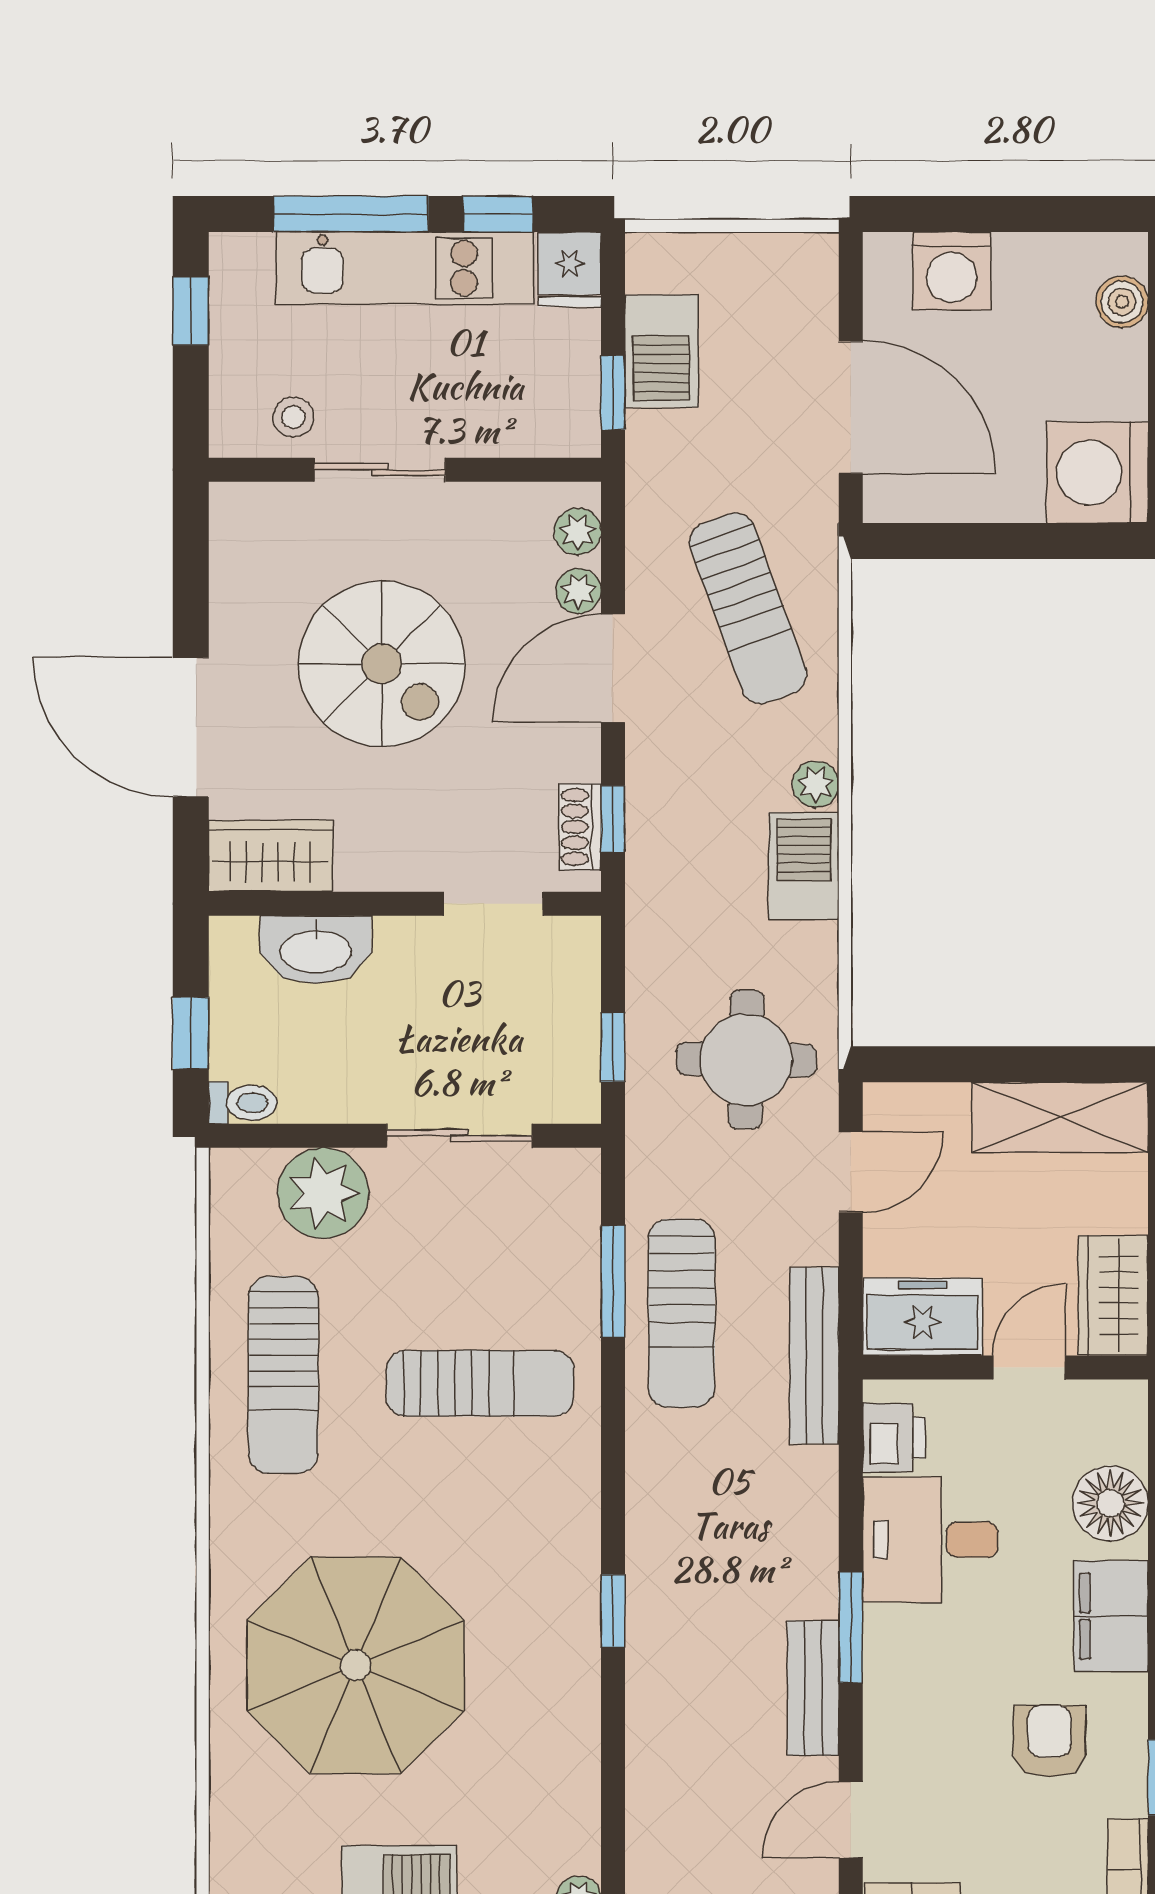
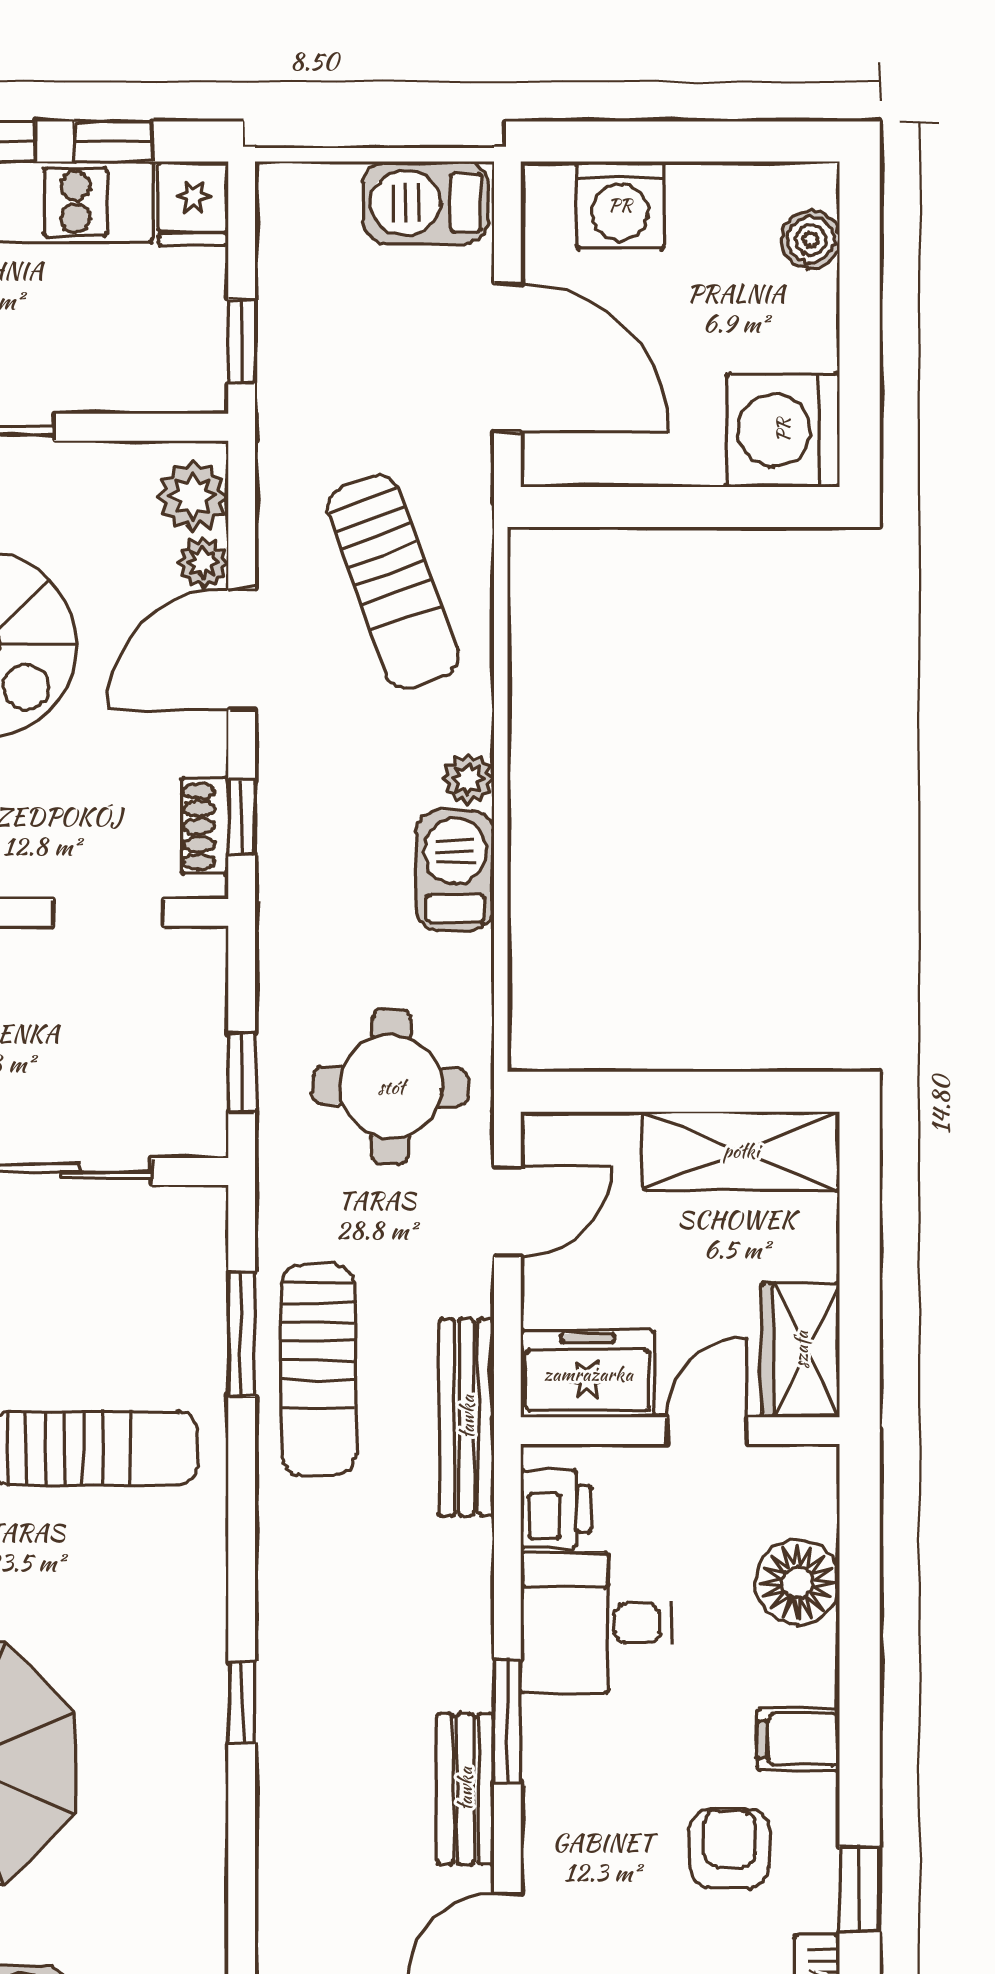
barbecue: (662, 351) -> (426, 203), moved, turned 90
plant: (578, 531) -> (192, 496), width x1.38, depth x1.38
filing cabinet: (1111, 1616) -> (798, 1739), width x0.50

